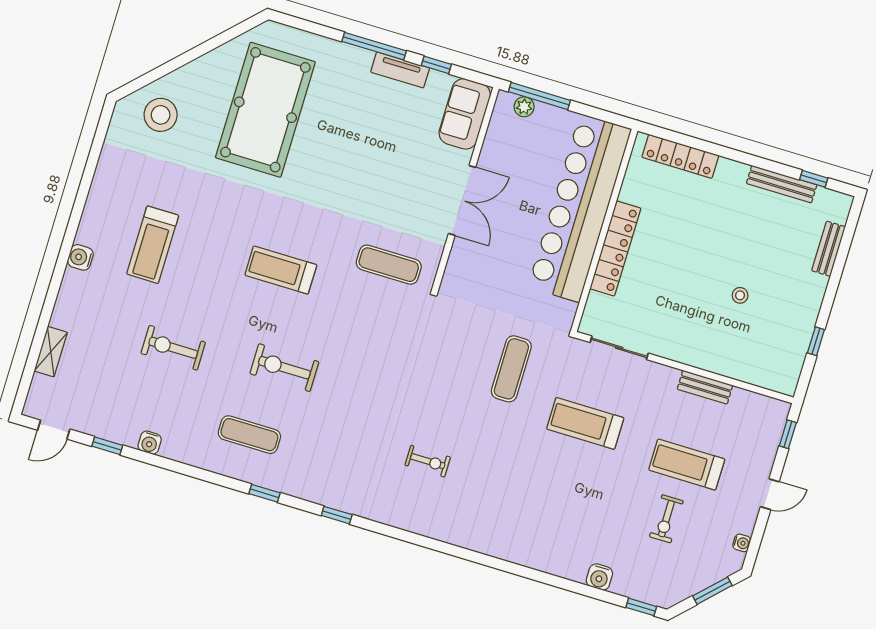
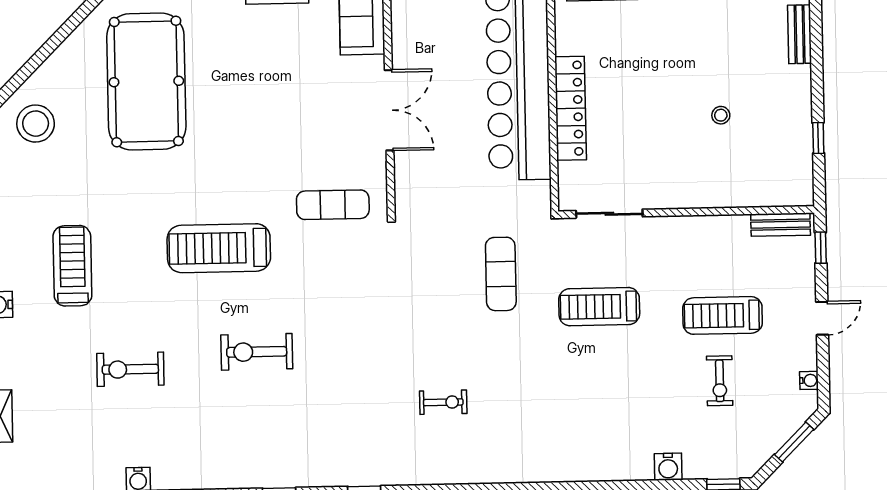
treadmill: (153, 245) -> (72, 266), turned 180
treadmill: (281, 270) -> (219, 248), width x1.37, depth x1.38
bench: (705, 387) -> (781, 225), moved
exercise mat: (249, 435) -> (243, 436), removed

